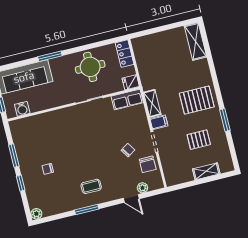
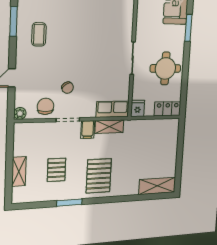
row of seats: (127, 99) -> (113, 109), moved, turned 90
chair: (148, 164) -> (45, 106), turned 90
plant: (142, 188) -> (20, 113), moved

